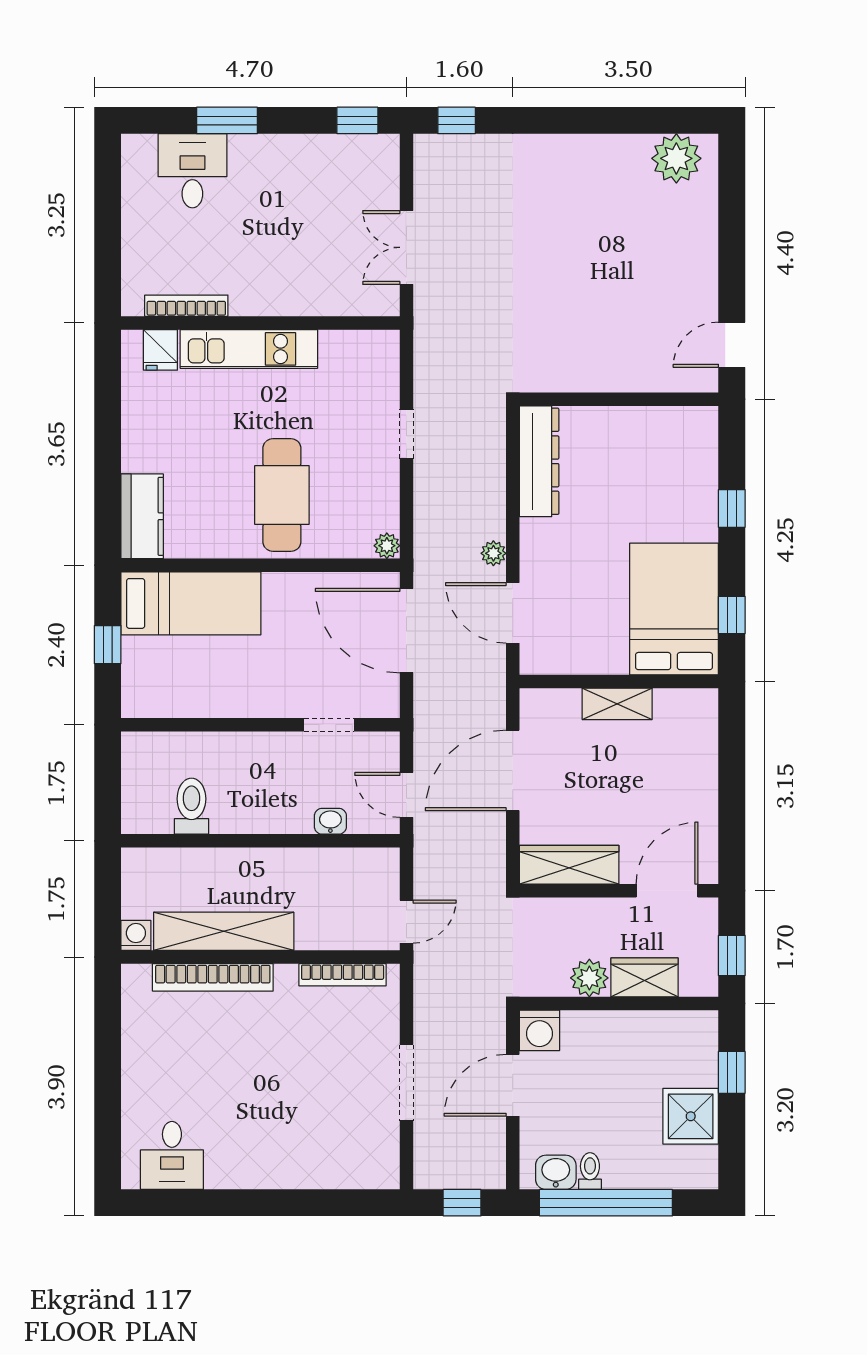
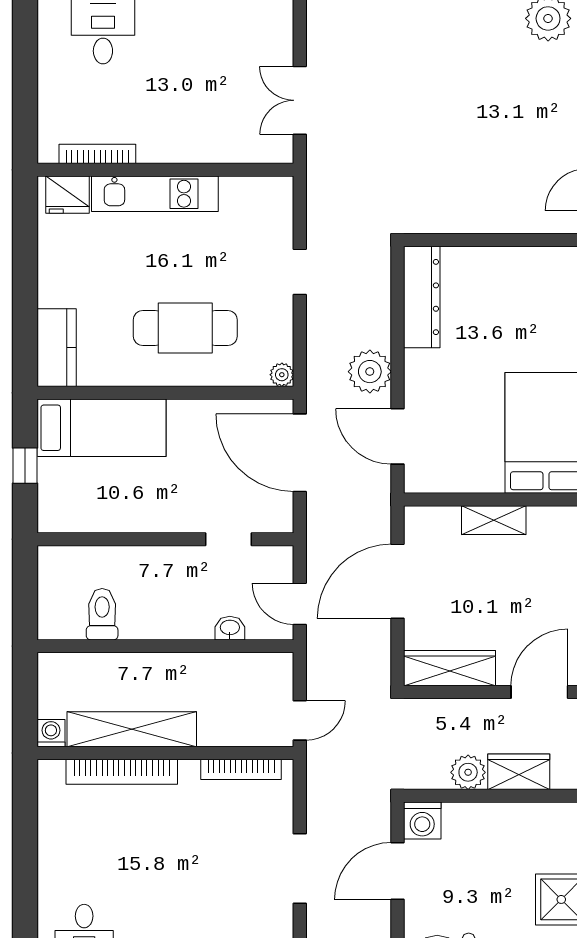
fridge: (160, 350) -> (68, 195), width x1.38
cafe table: (282, 495) -> (185, 328), turned 90
plant: (493, 553) -> (370, 372), width x1.88, depth x1.88

